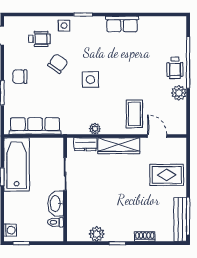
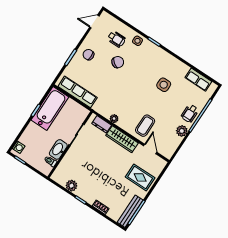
row of seats: (122, 24) -> (198, 80), moved
side table: (90, 80) -> (164, 85), moved

